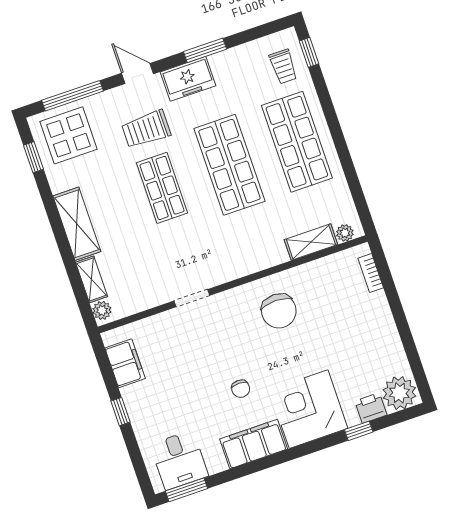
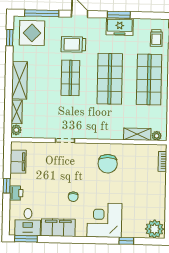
freezer: (188, 79) -> (120, 27), moved
printer: (371, 408) -> (16, 193), moved, turned 90
filing cabinet: (254, 444) -> (58, 228), moved

